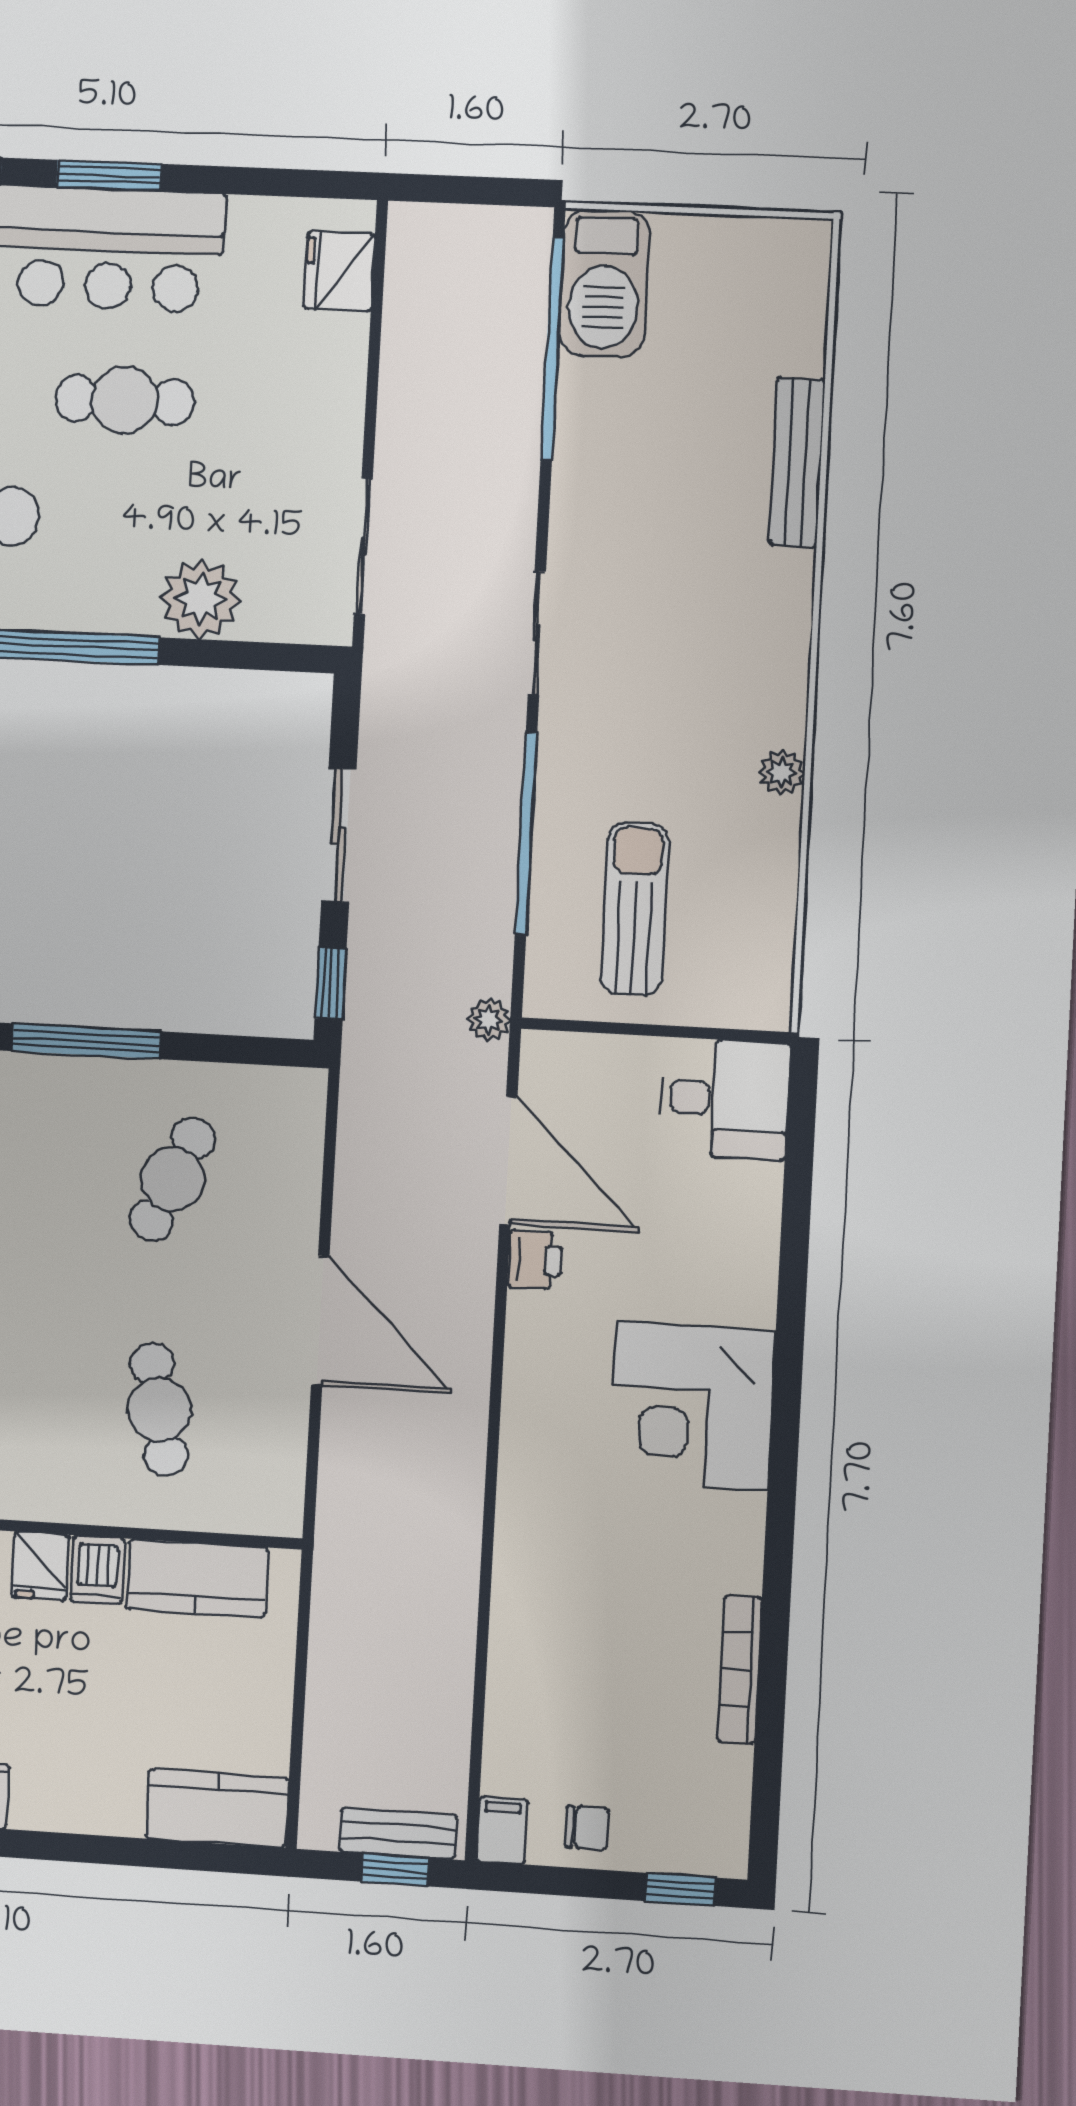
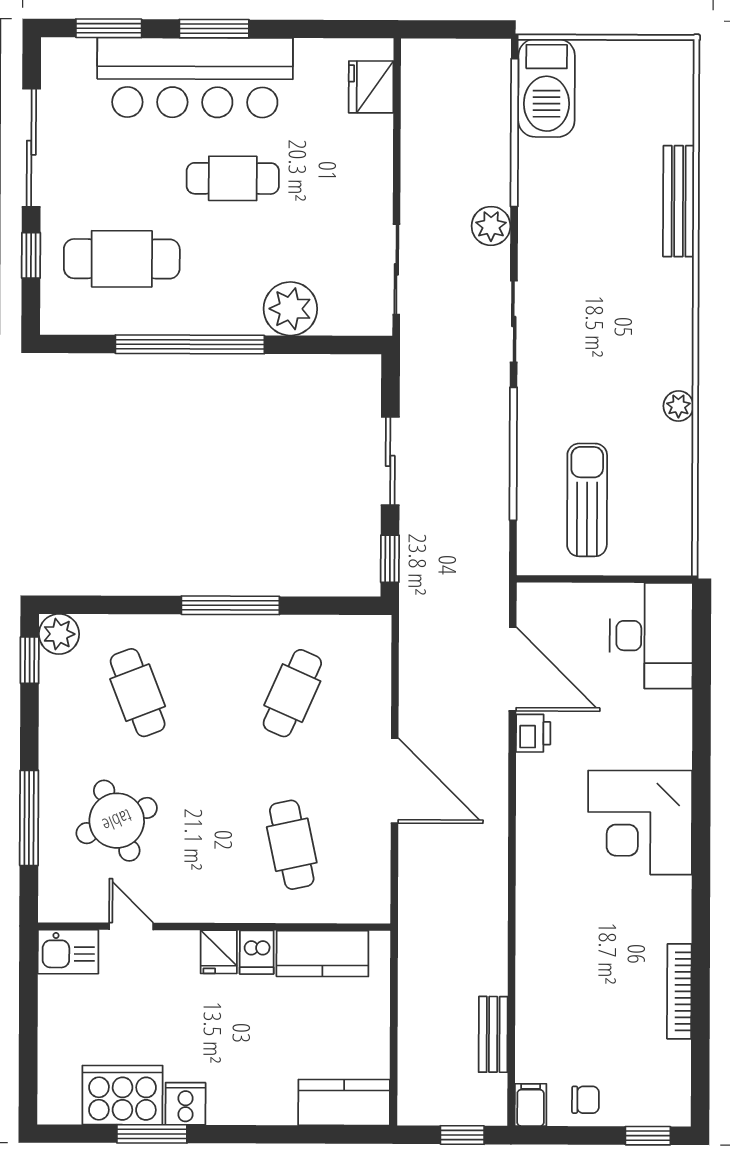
plant: (489, 1020) -> (491, 226), moved, width x1.38, depth x1.38
desk: (724, 1099) -> (651, 636), width x1.37
bench: (398, 1833) -> (493, 1034), moved, turned 90

